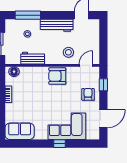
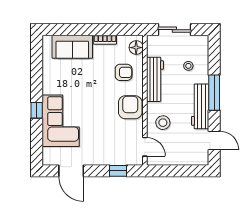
window: (28, 15) -> (214, 93), moved
workbench: (33, 58) -> (155, 79), width x1.38
armchair: (88, 94) -> (124, 72), moved
sofa: (20, 131) -> (72, 47), moved, turned 90

